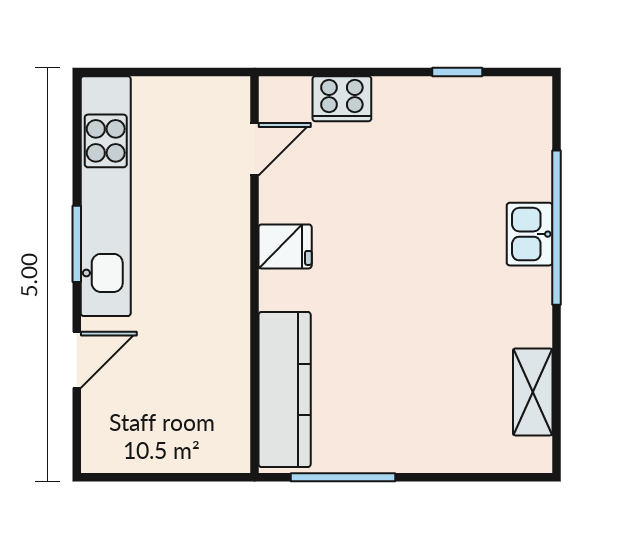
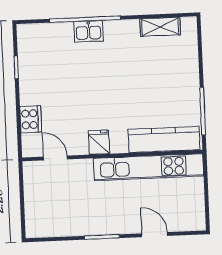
kitchen unit: (106, 196) -> (149, 167), moved, turned 180

